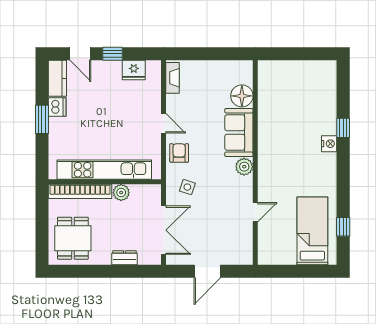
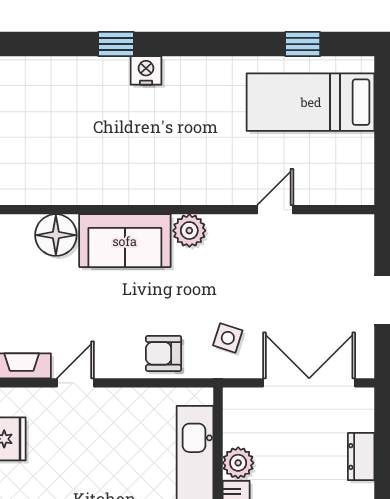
door: (164, 123) -> (75, 383), moved
door: (255, 212) -> (275, 210), hinge flipped

